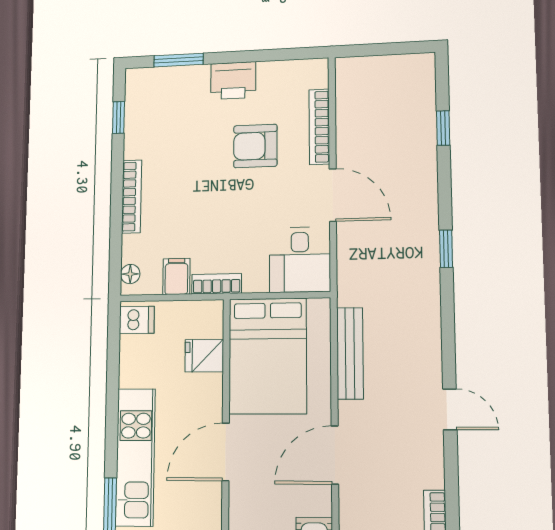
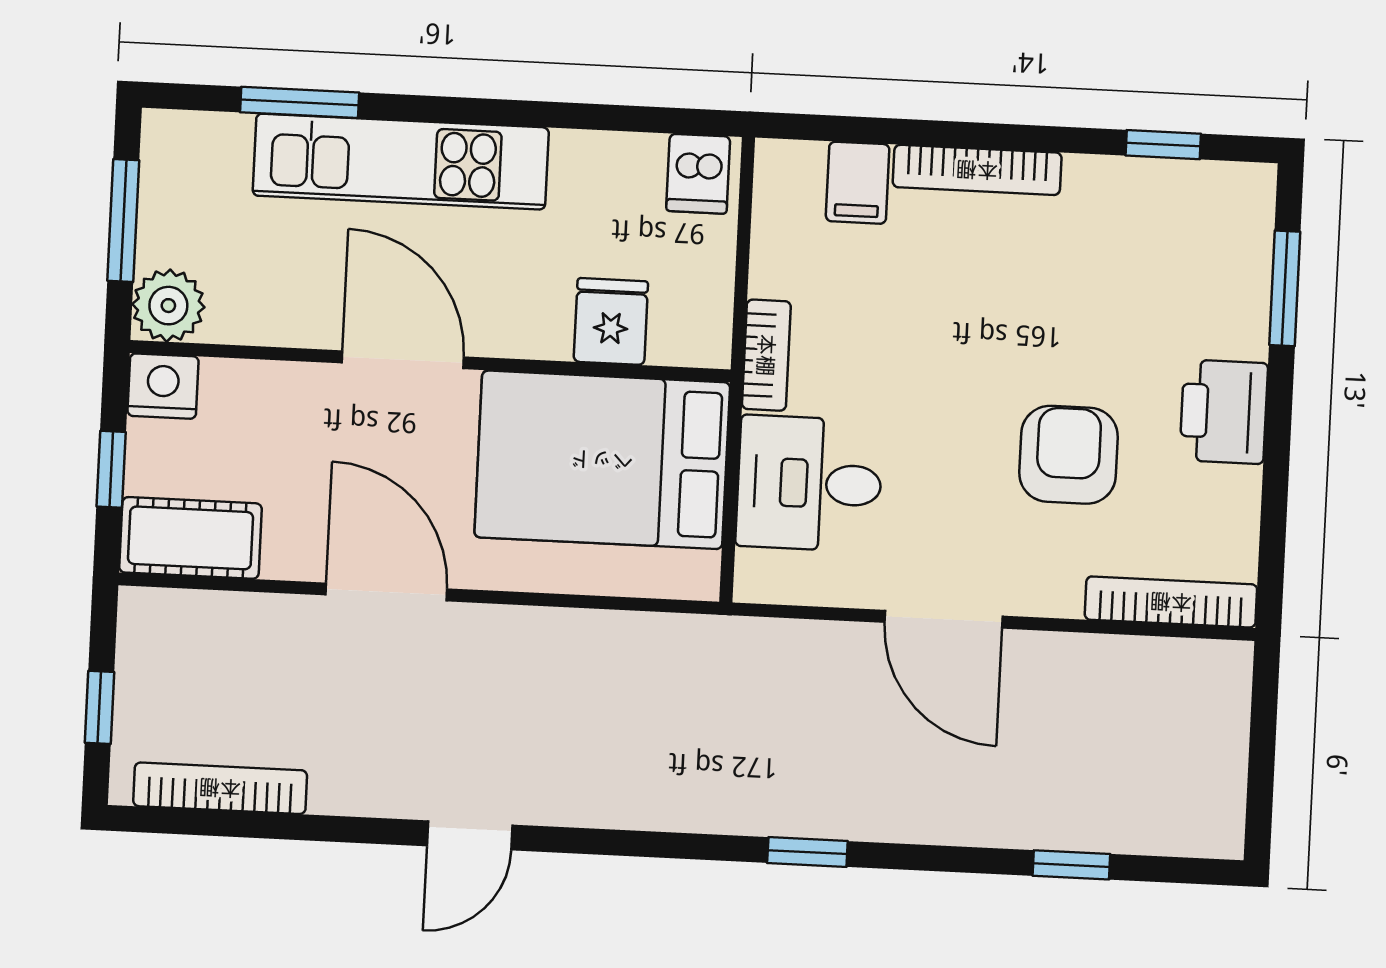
bookcase: (319, 127) -> (1171, 602), moved
door: (333, 195) -> (944, 619), hinge flipped
desk: (300, 260) -> (809, 483), moved
floor lamp: (130, 274) -> (802, 162), removed
filing cabinet: (176, 276) -> (858, 183), moved, turned 90
bench: (350, 353) -> (598, 636), removed

